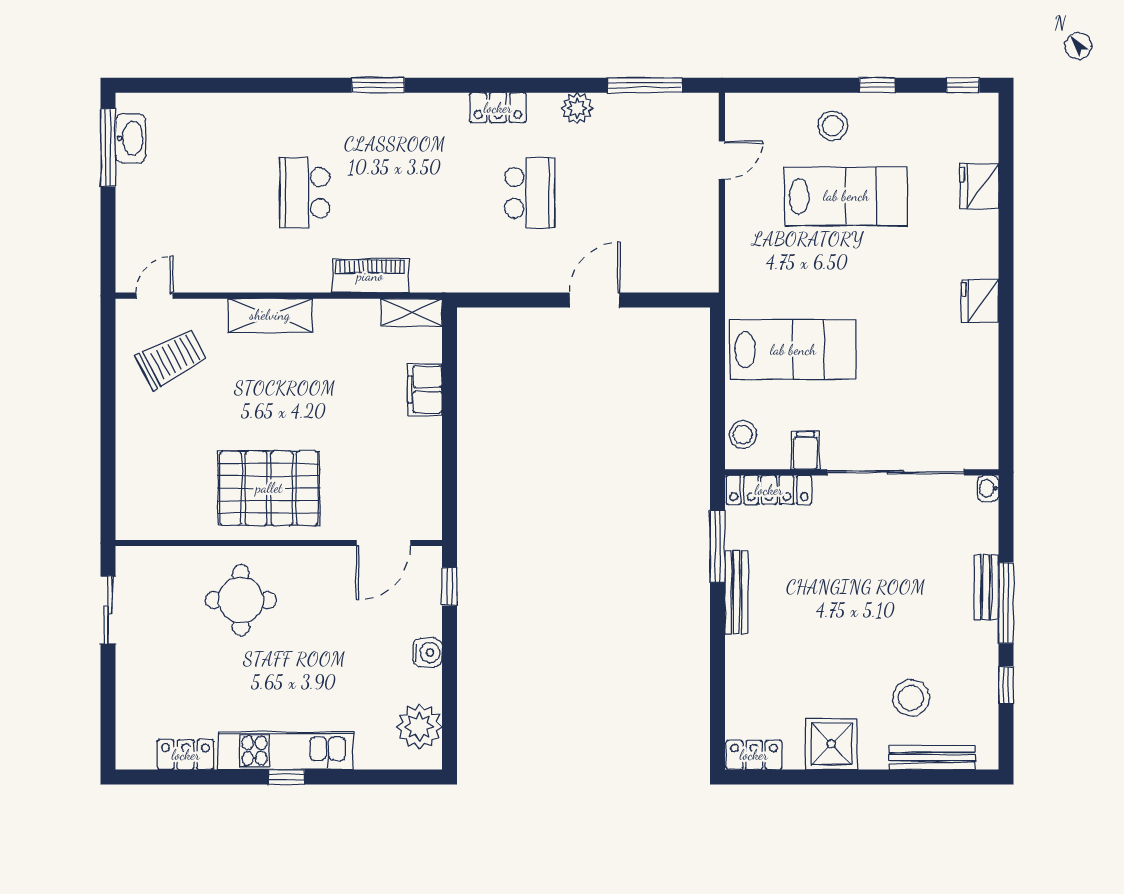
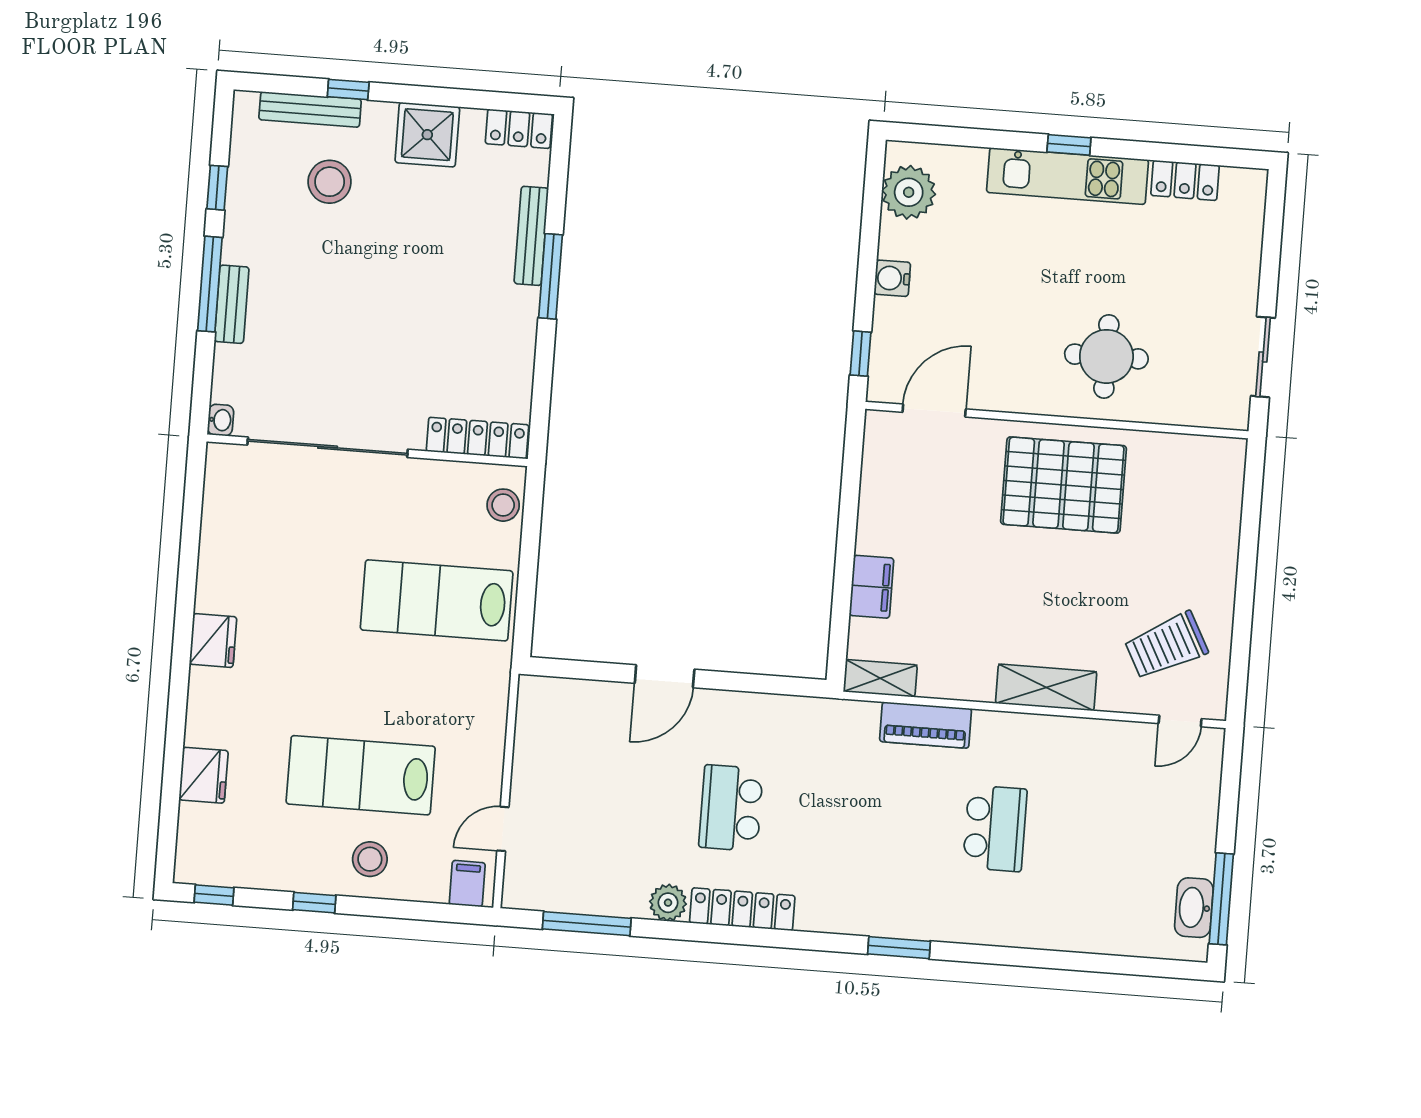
locker: (498, 108) -> (742, 909), width x1.53
filing cabinet: (805, 451) -> (467, 884), moved, turned 180
window: (717, 546) -> (551, 276), moved
bench: (736, 592) -> (531, 236), moved
window: (901, 777) -> (348, 90), added

